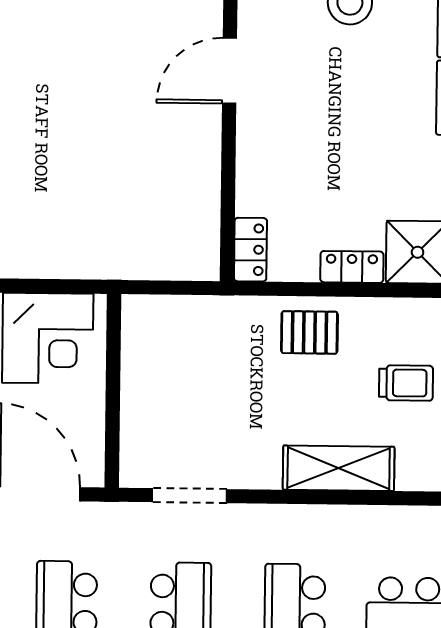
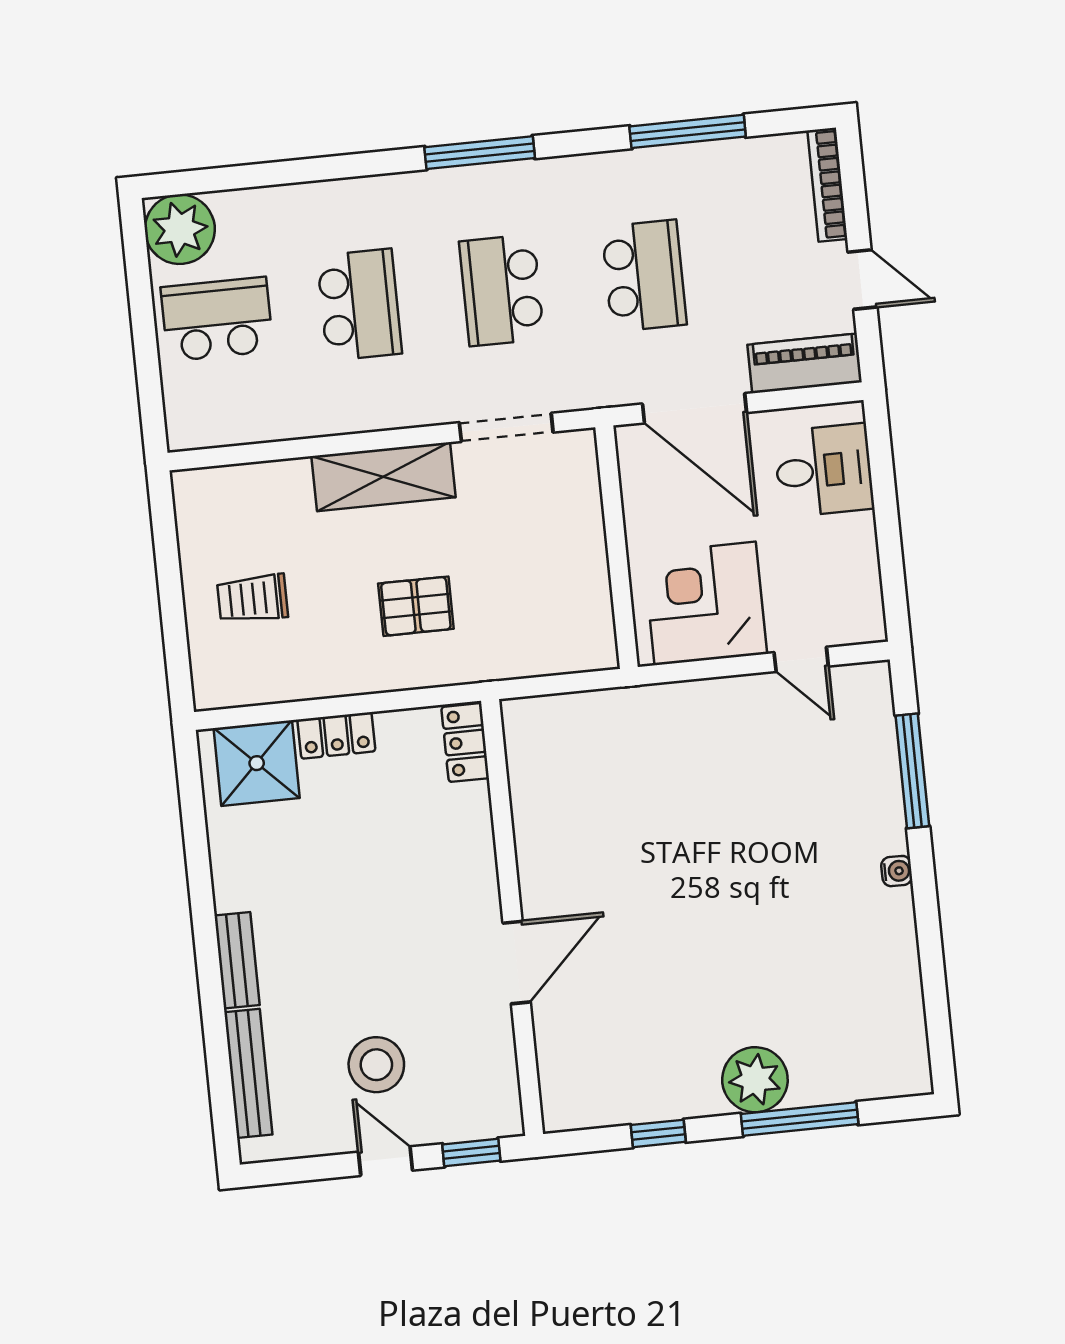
pallet: (309, 332) -> (416, 606), moved
shelving: (339, 468) -> (384, 477), moved

